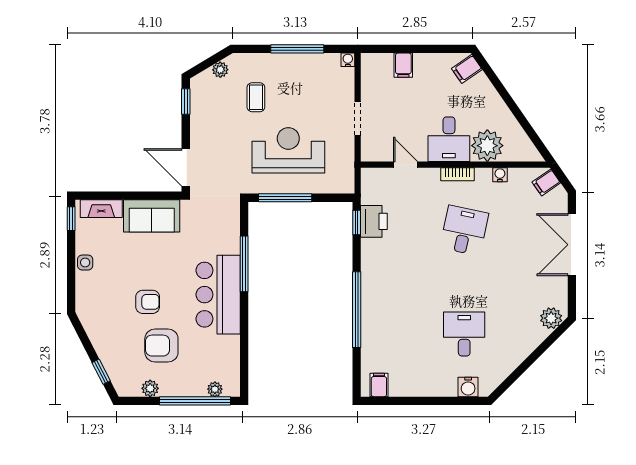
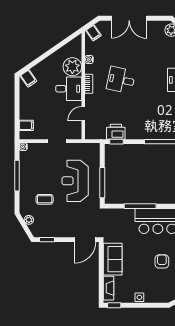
filing cabinet: (403, 65) -> (26, 125), moved

